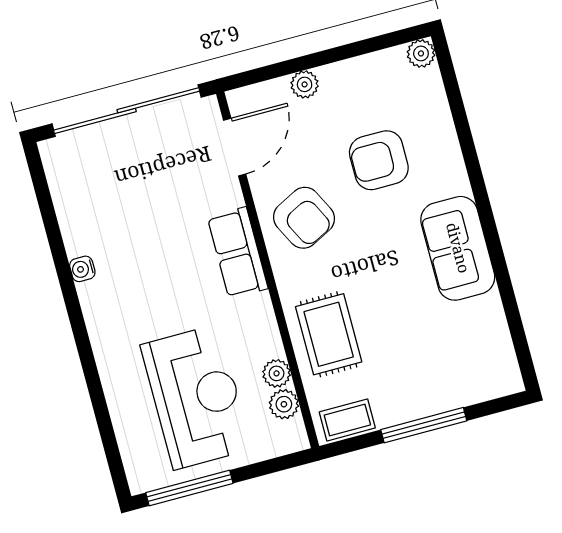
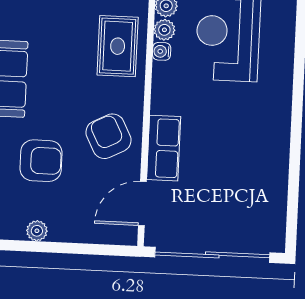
plant: (305, 84) -> (37, 231), moved
row of seats: (238, 253) -> (164, 148), moved
water cooler: (82, 269) -> (162, 51), moved, turned 180

